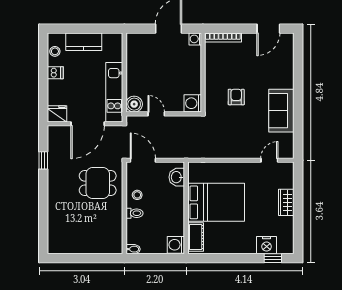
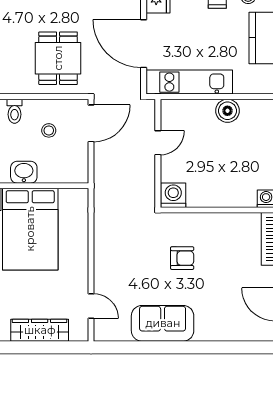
boiler: (134, 104) -> (227, 111), moved
washbasin: (177, 177) -> (24, 172), moved
stool: (137, 195) -> (49, 130), moved
wardrobe: (286, 202) -> (40, 330), width x1.50

